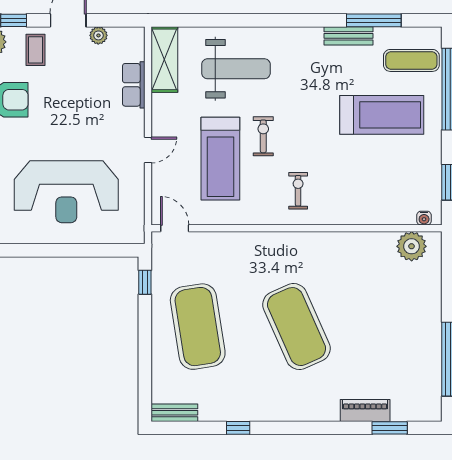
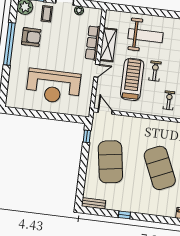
shelving: (164, 59) -> (108, 45), moved
row of seats: (134, 85) -> (93, 43), width x1.48
treadmill: (220, 159) -> (132, 79), turned 180

